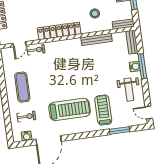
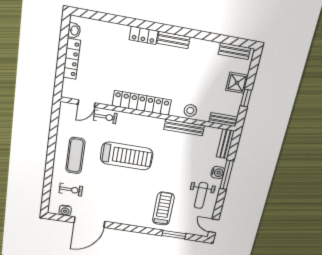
stool: (95, 14) -> (190, 111), moved
treadmill: (70, 109) -> (127, 156), moved

